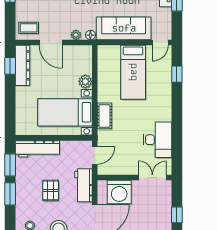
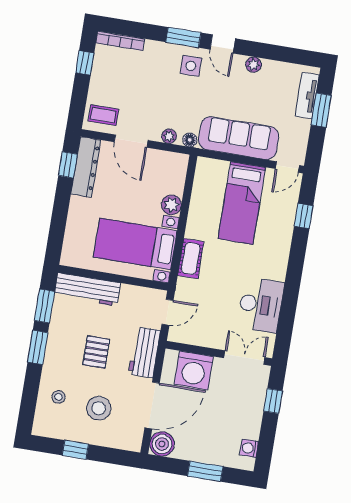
window: (177, 215) -> (273, 401), moved

